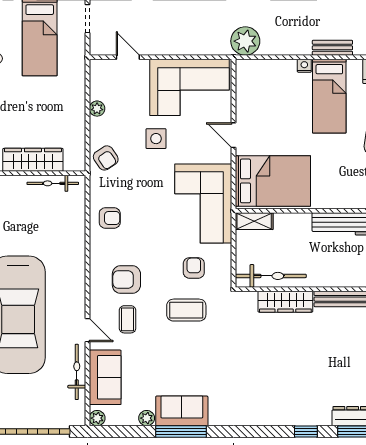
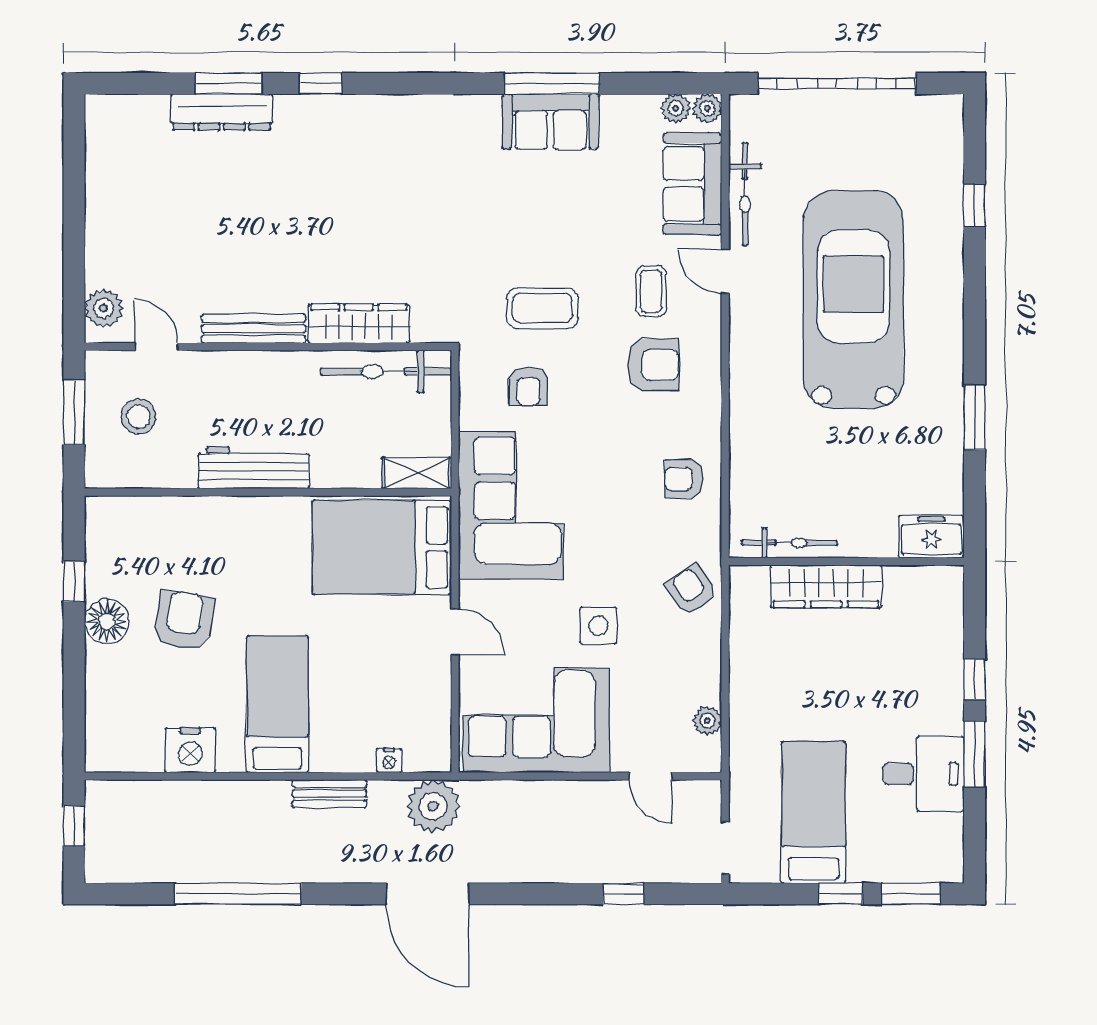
bench: (332, 48) -> (329, 794), moved
nightstand: (304, 66) -> (389, 761), moved
plant: (97, 109) -> (707, 721), moved
plant: (147, 418) -> (676, 108), moved

